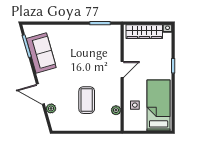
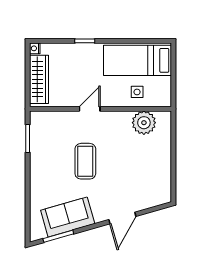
door: (122, 70) -> (90, 109), hinge flipped
coffee table: (87, 100) -> (85, 161), moved, turned 90
plant: (51, 108) -> (142, 204), removed
plant: (116, 110) -> (144, 123), width x1.87, depth x1.87

